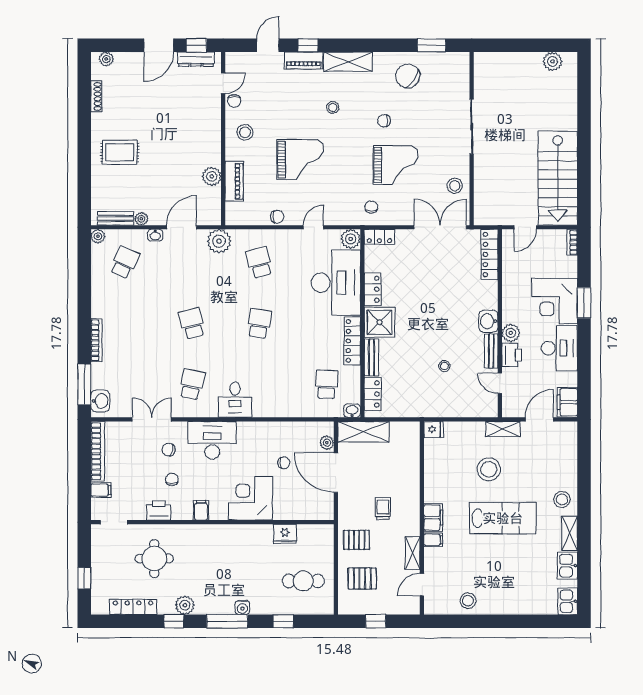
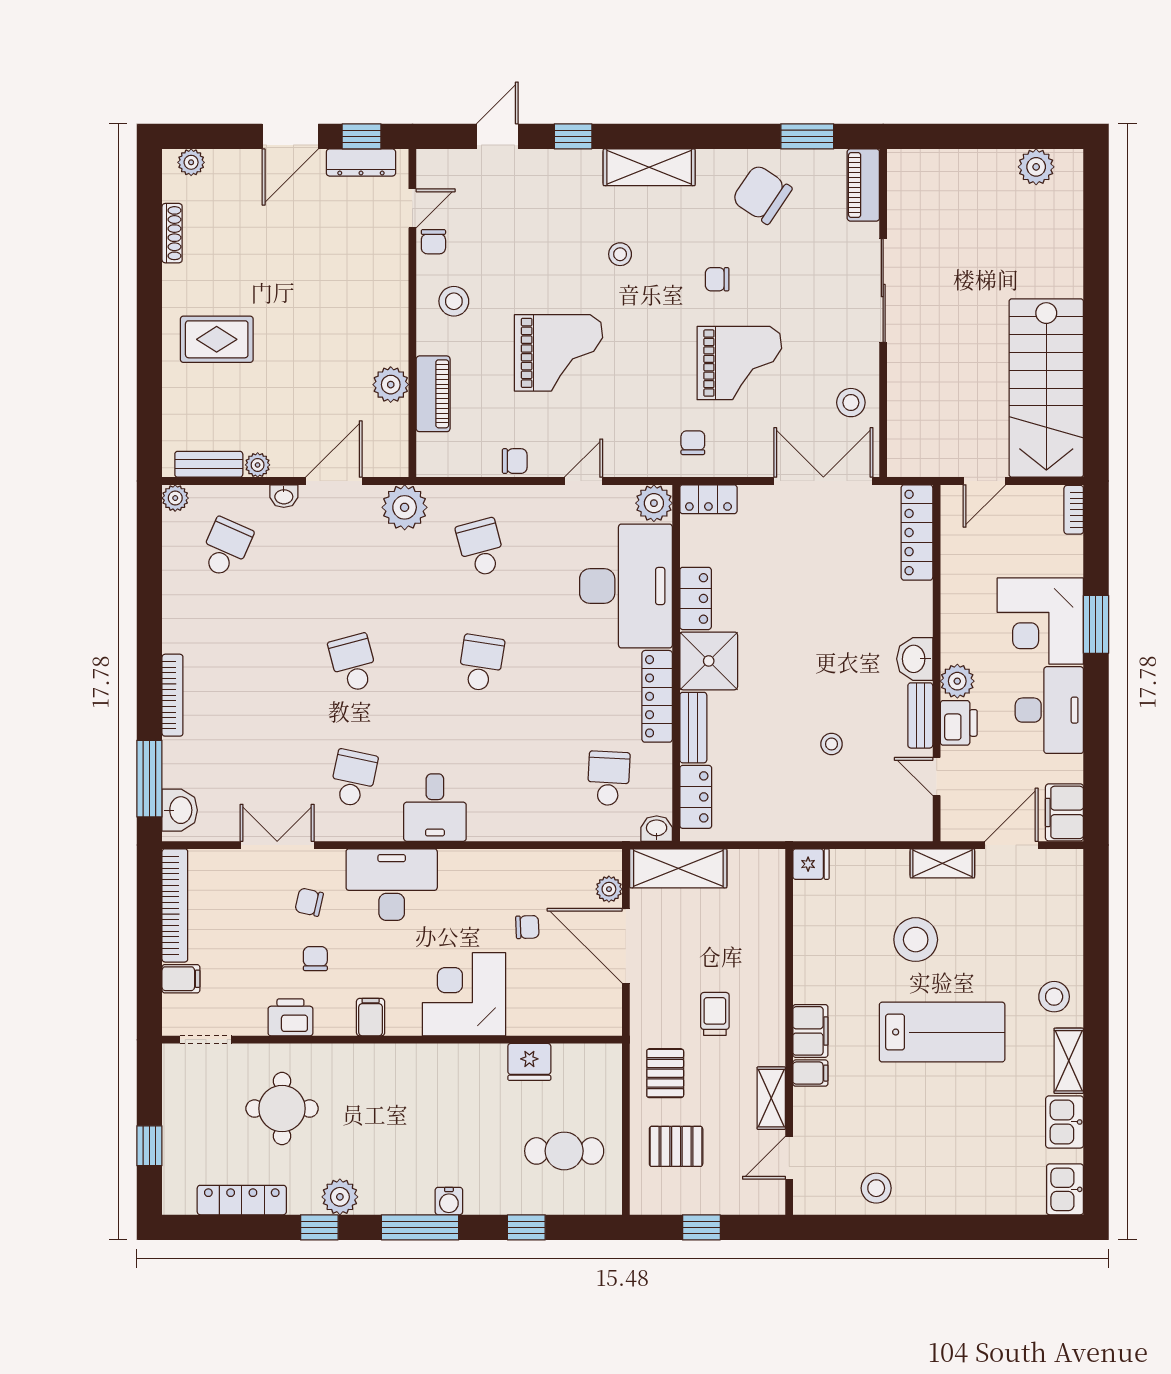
piano: (304, 60) -> (863, 185), moved, turned 90
pallet: (357, 540) -> (665, 1073), turned 90

